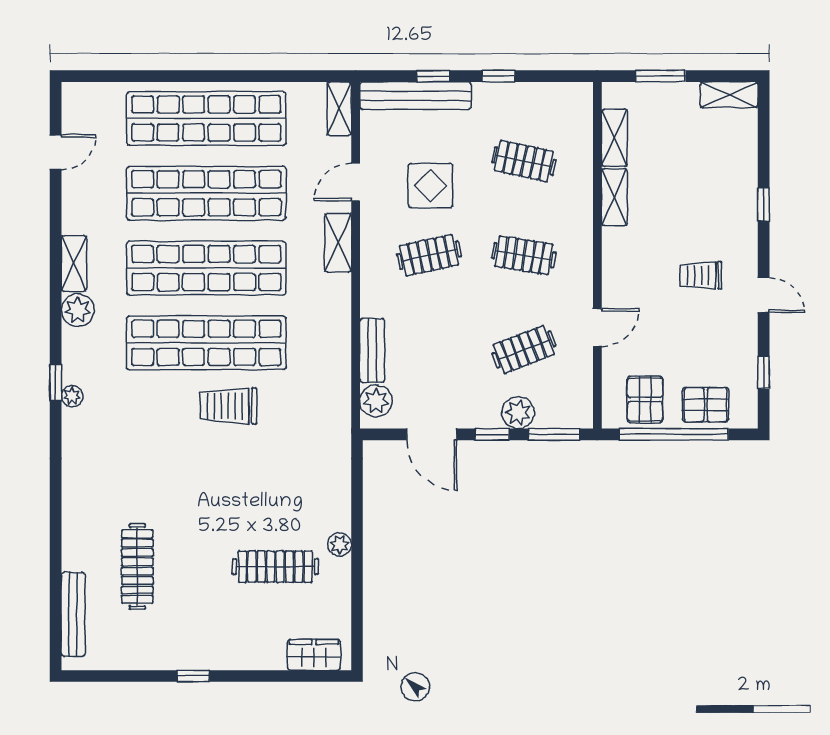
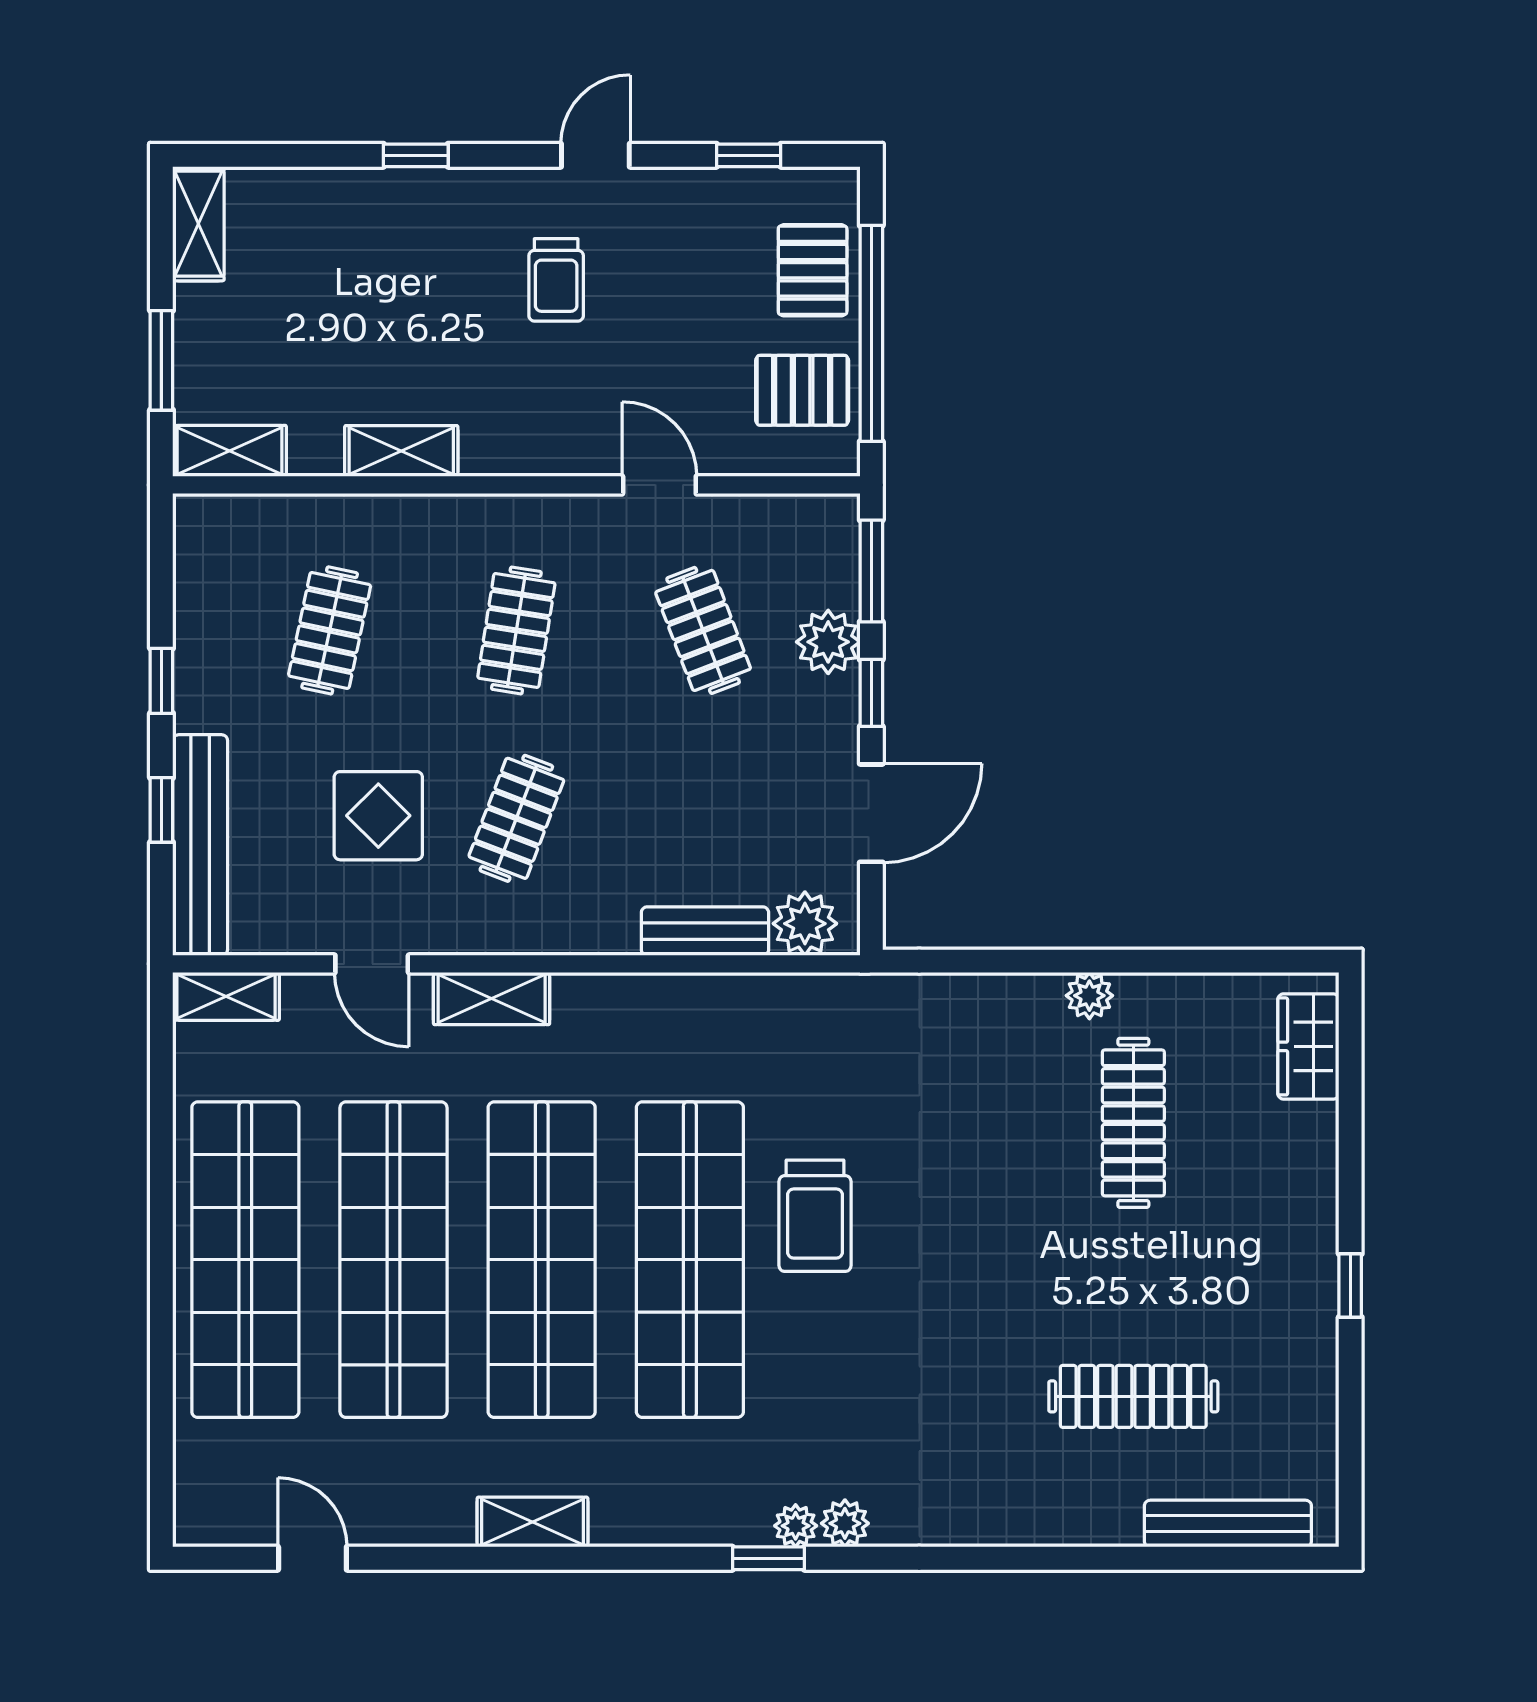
shelving: (614, 138) -> (230, 451), moved
clothes rail: (429, 255) -> (516, 818), turned 33
plant: (78, 310) -> (845, 1523), moved, width x0.73, depth x0.73

